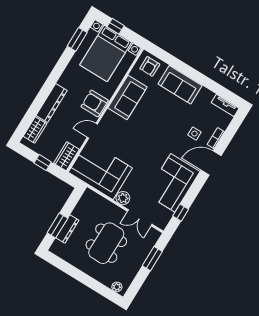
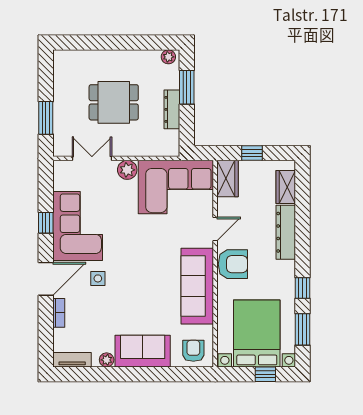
window: (62, 64) -> (303, 288), added
plant: (205, 93) -> (107, 360), added
sofa: (127, 97) -> (197, 286), width x1.36
side table: (194, 134) -> (98, 278), moved
window: (181, 213) -> (46, 223), moved
dresser: (67, 229) -> (172, 109), moved
dining table: (106, 243) -> (114, 102), width x0.73
plant: (117, 287) -> (168, 57), moved

